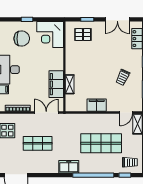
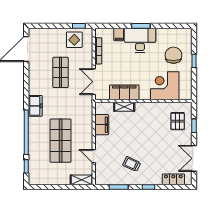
corner desk: (50, 35) -> (165, 86), moved
chair: (22, 39) -> (173, 55), turned 180
filing cabinet: (97, 105) -> (102, 125), moved
double door: (46, 112) -> (94, 82), swing flipped
door: (126, 112) -> (94, 156), moved
trolley: (130, 162) -> (40, 172), removed

